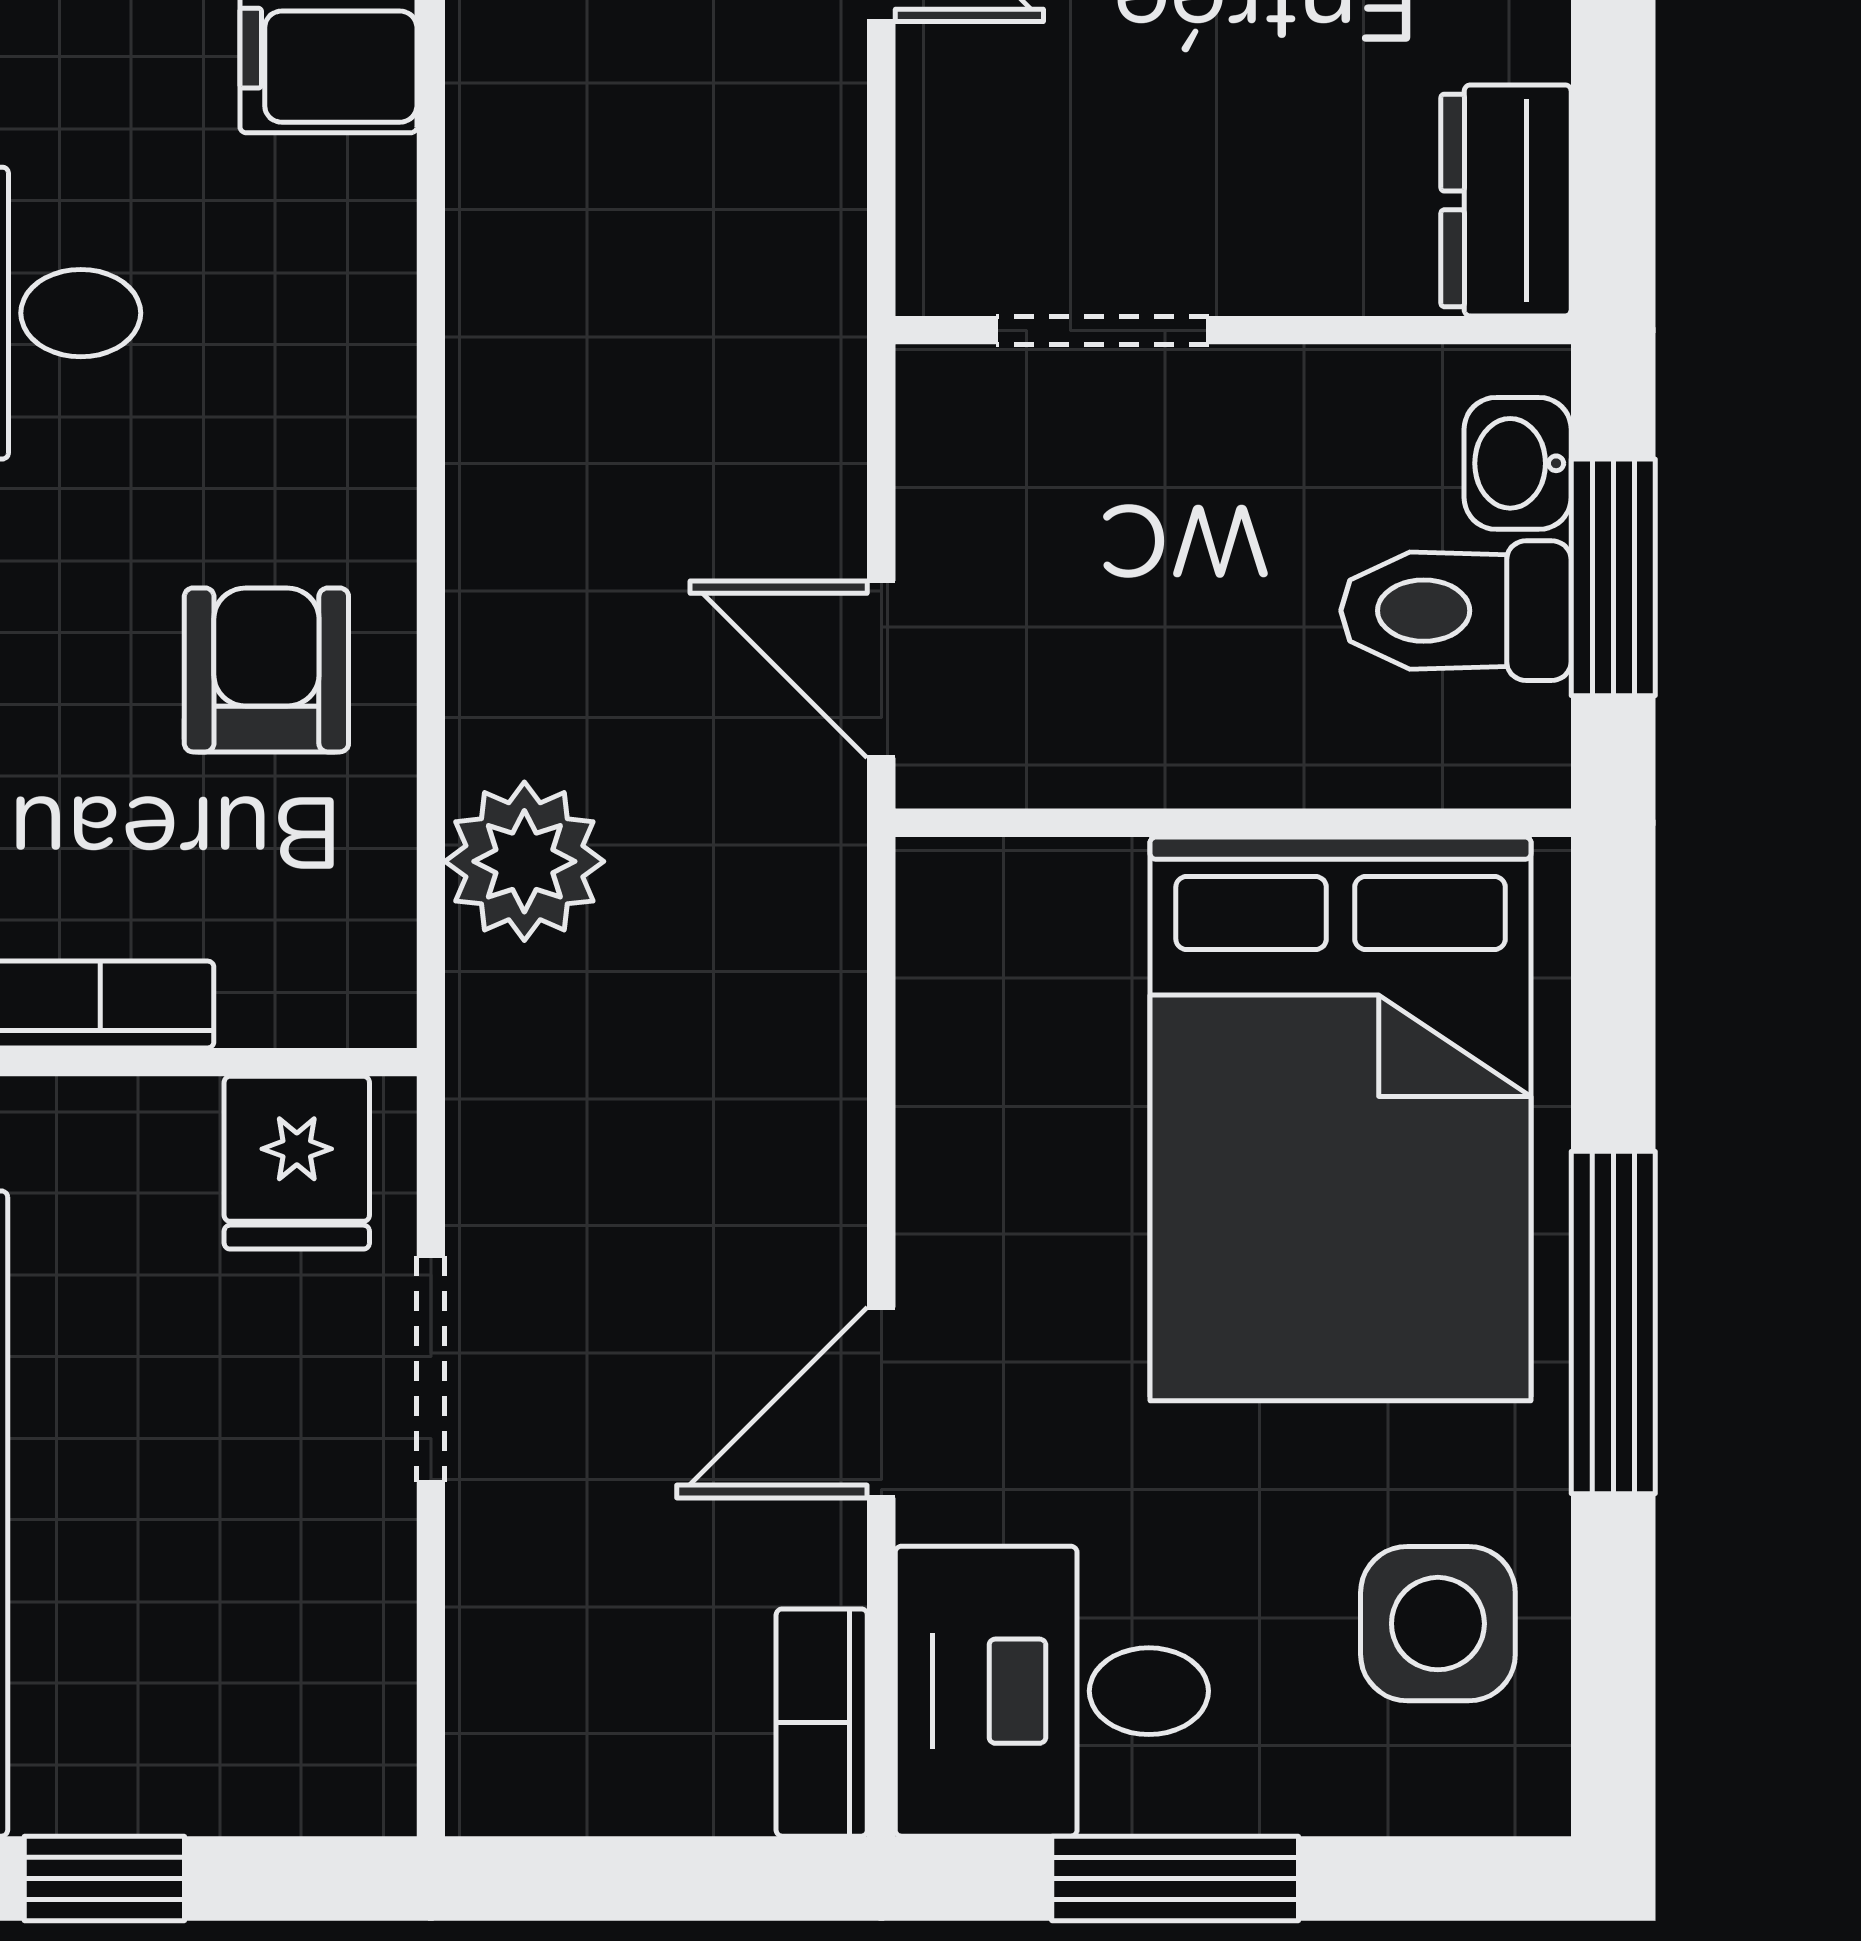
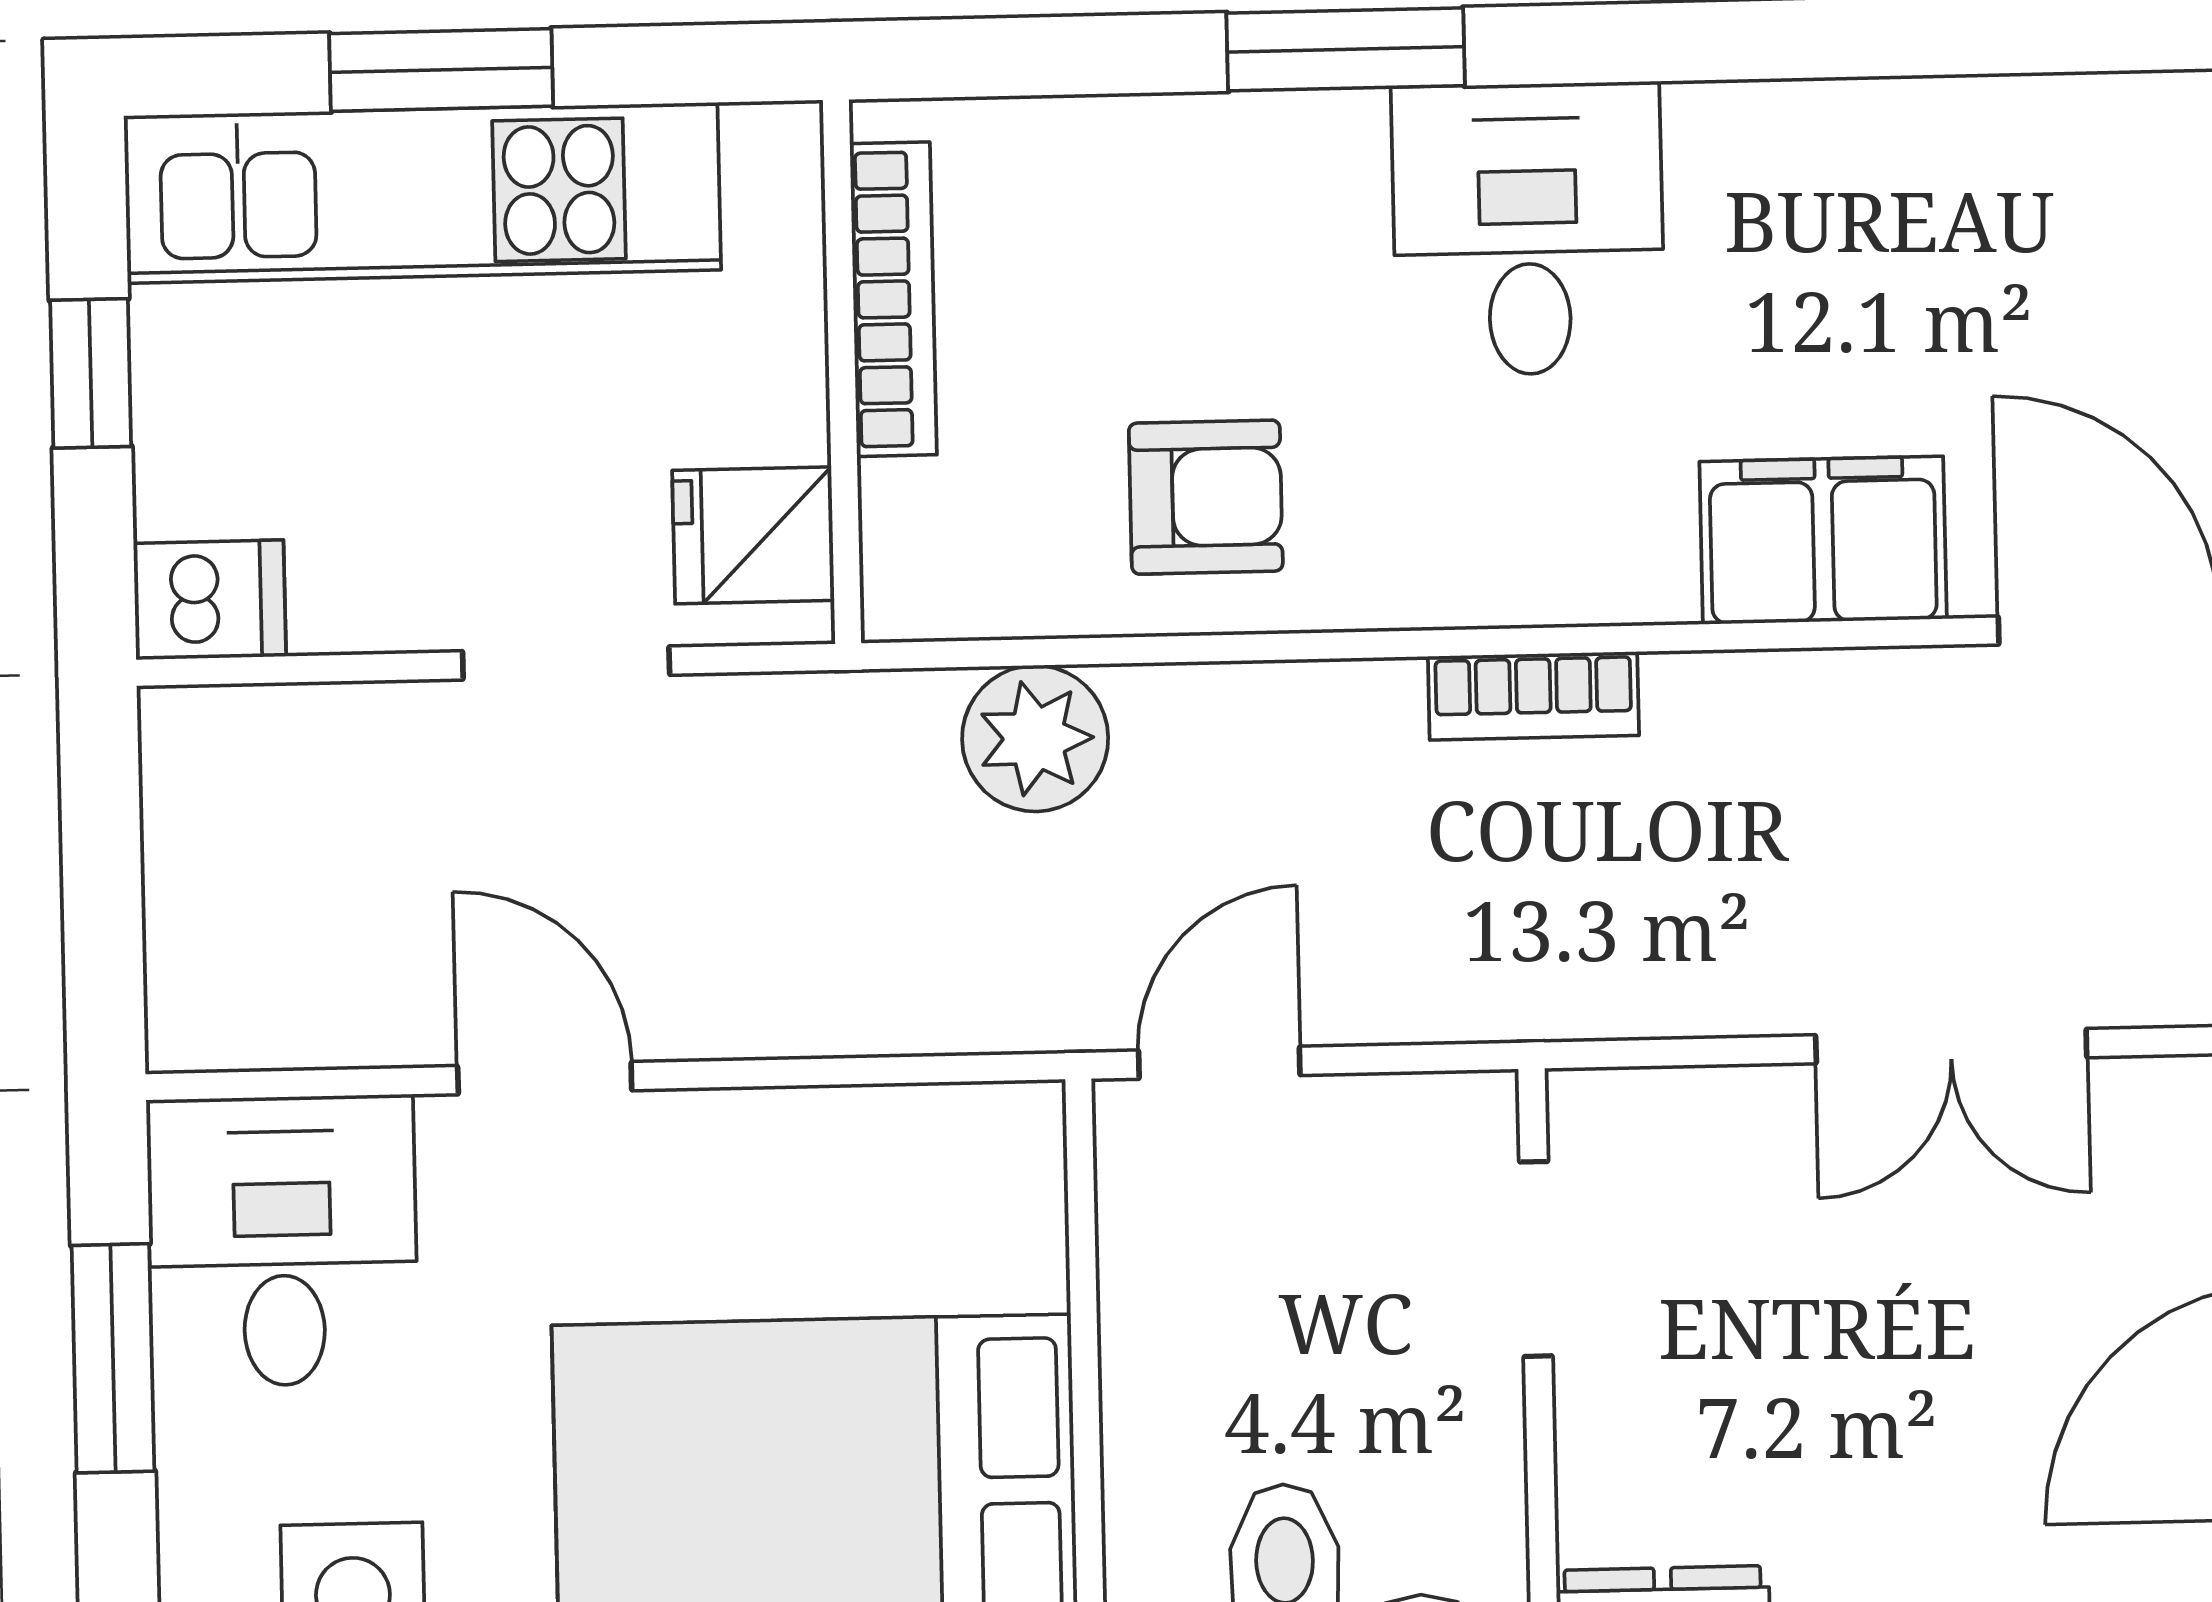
bookcase: (822, 1723) -> (1533, 696), moved, turned 180
dishwasher: (354, 1755) -> (210, 600), added

